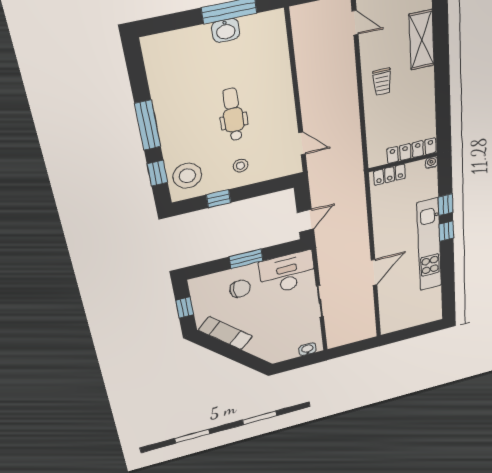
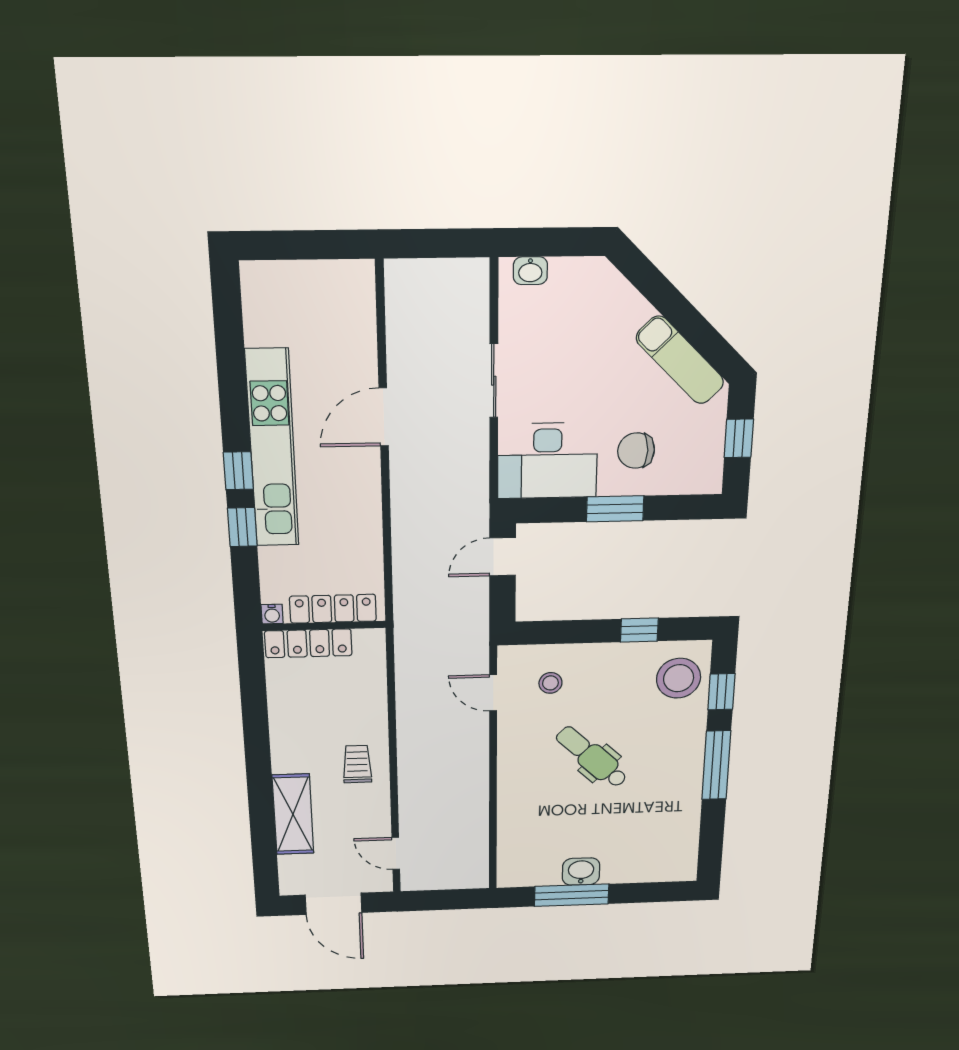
dental chair: (233, 115) -> (592, 757), turned 134
stool: (241, 166) -> (550, 683), moved
locker: (390, 175) -> (333, 609), width x1.53

